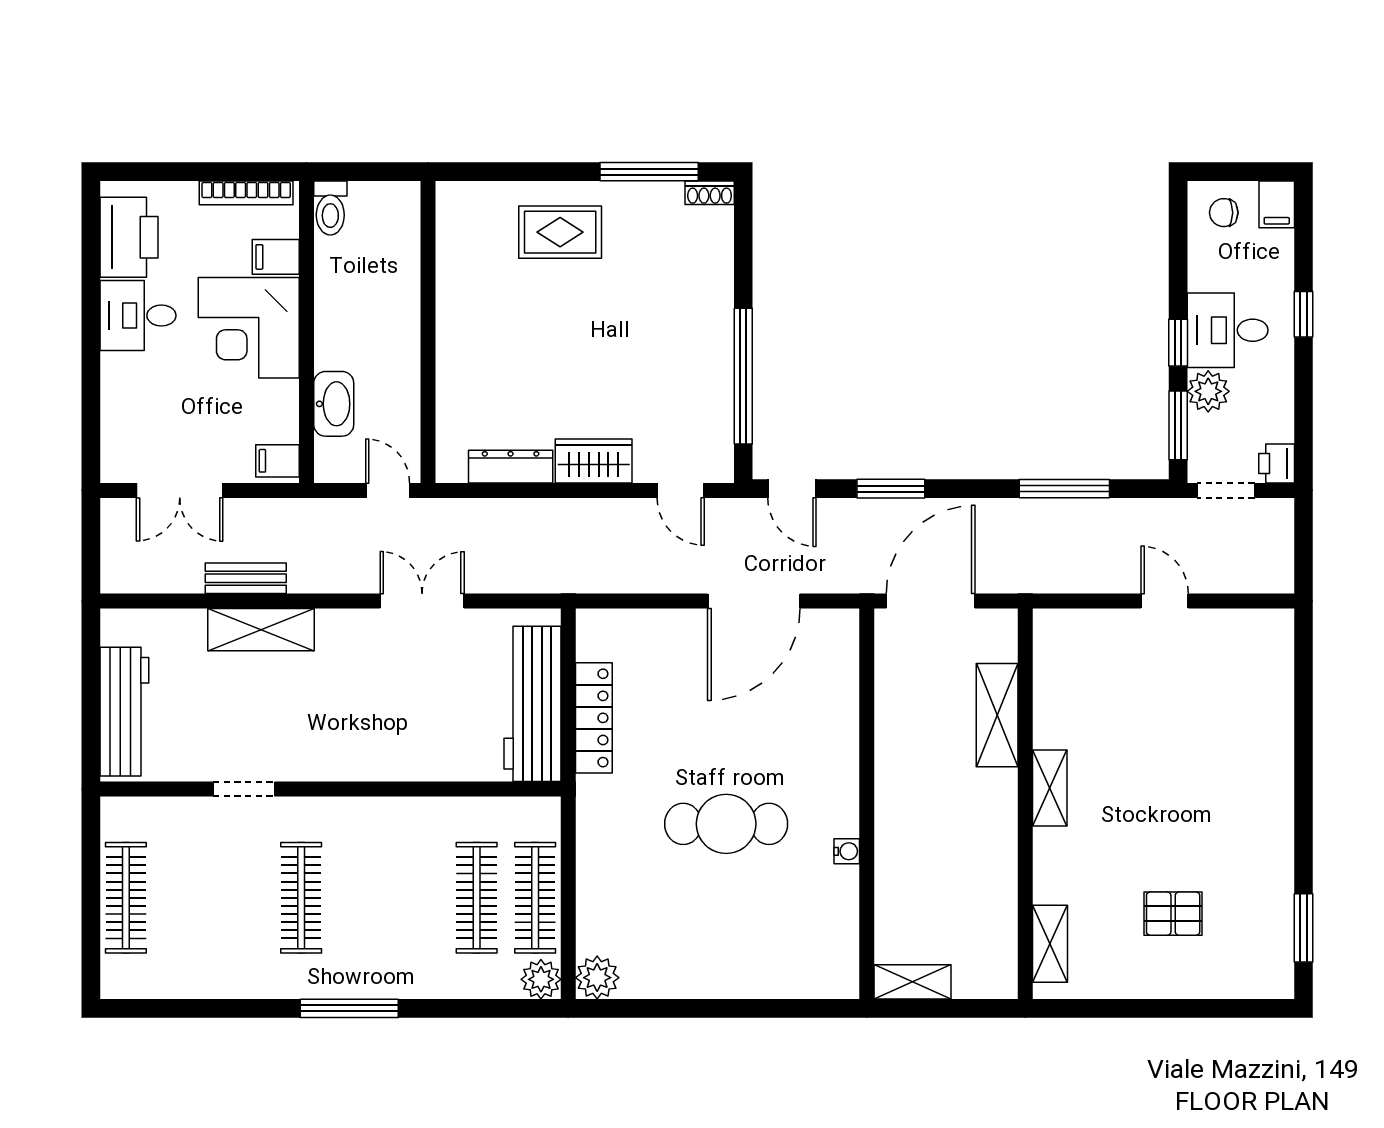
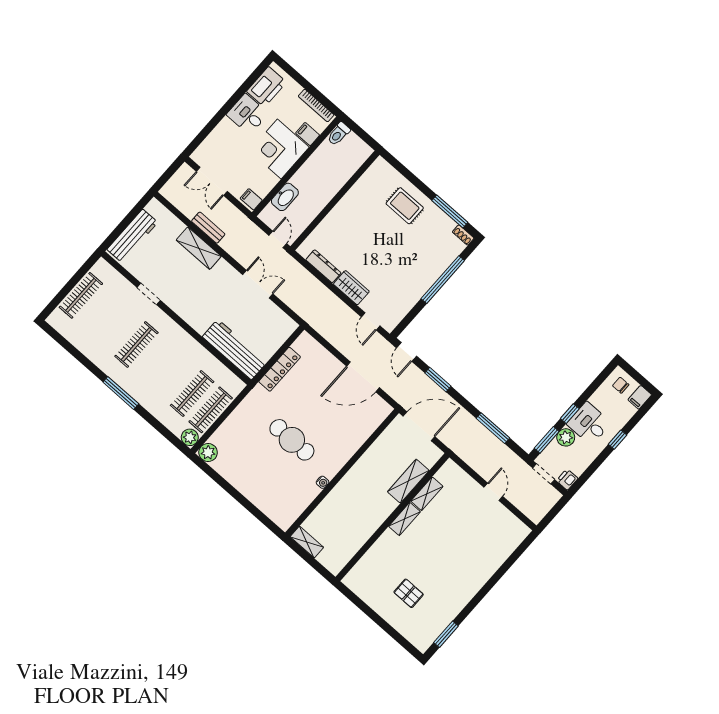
window: (743, 376) -> (443, 280), moved
workbench: (532, 704) -> (235, 350), moved, turned 90
shelving: (1050, 944) -> (427, 494), moved

